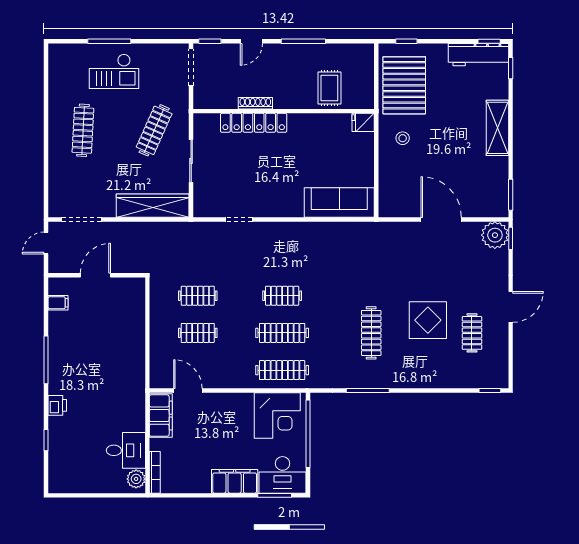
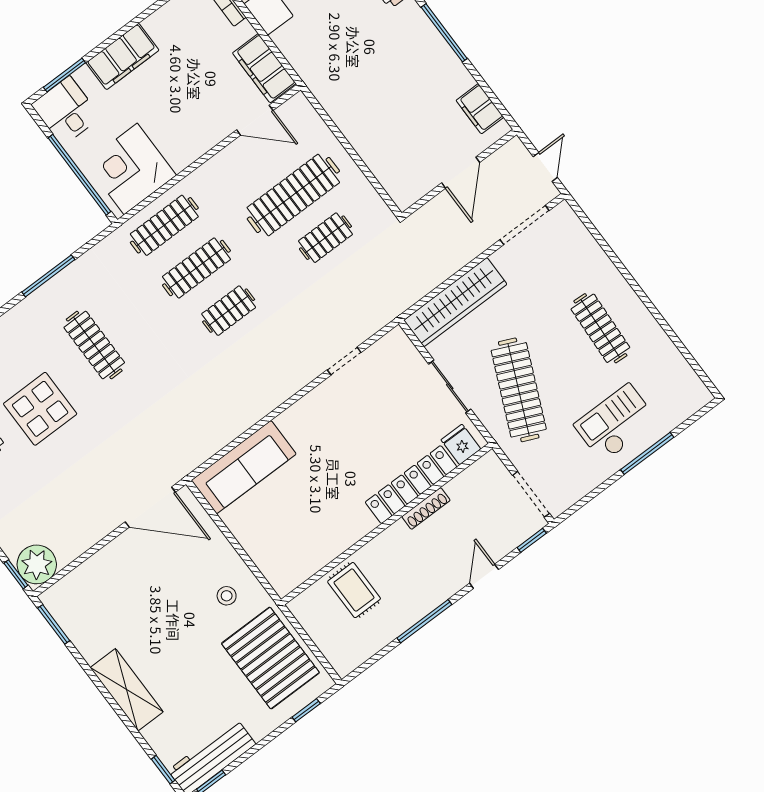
fridge: (363, 122) -> (461, 444), moved, turned -90
clothes rail: (154, 130) -> (519, 390), width x1.37, depth x1.31
door: (441, 219) -> (150, 507), moved
filing cabinet: (58, 303) -> (480, 109), width x2.00
clothes rail: (198, 333) -> (293, 195), width x1.86, depth x1.31
desk: (282, 475) -> (66, 111), width x0.73

